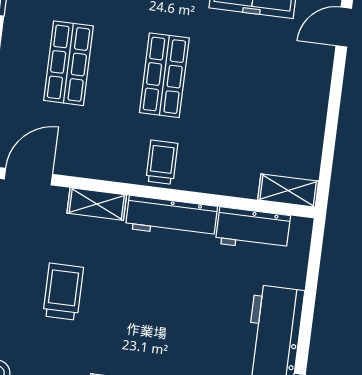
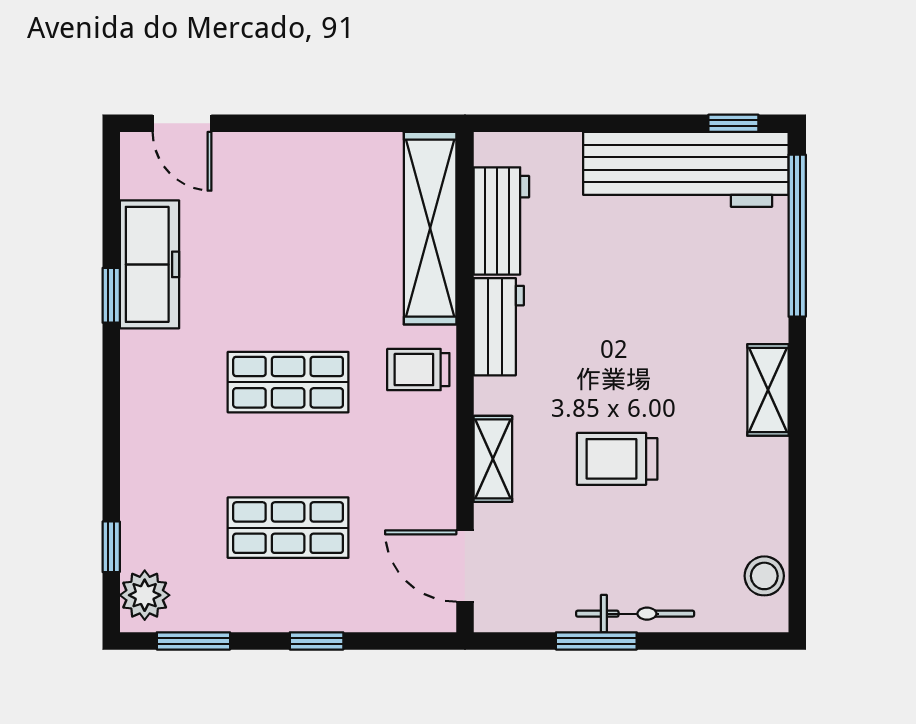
shelving: (288, 190) -> (430, 228), width x2.20, depth x1.33
workbench: (171, 217) -> (499, 327), width x0.73
trolley: (63, 292) -> (617, 459), moved

